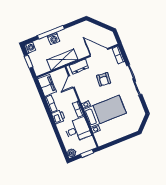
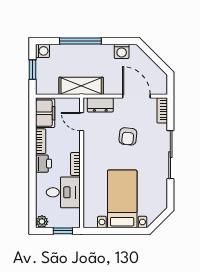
washing machine: (54, 39) -> (122, 51), moved
door: (71, 82) -> (82, 122), hinge flipped
bed with nightstands: (105, 111) -> (122, 199), moved, turned -90

